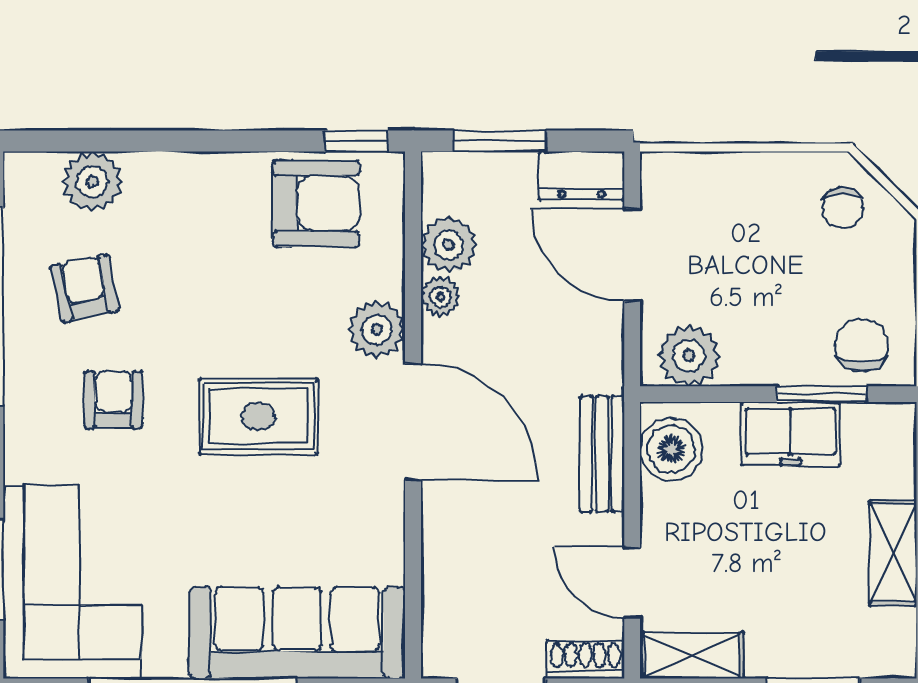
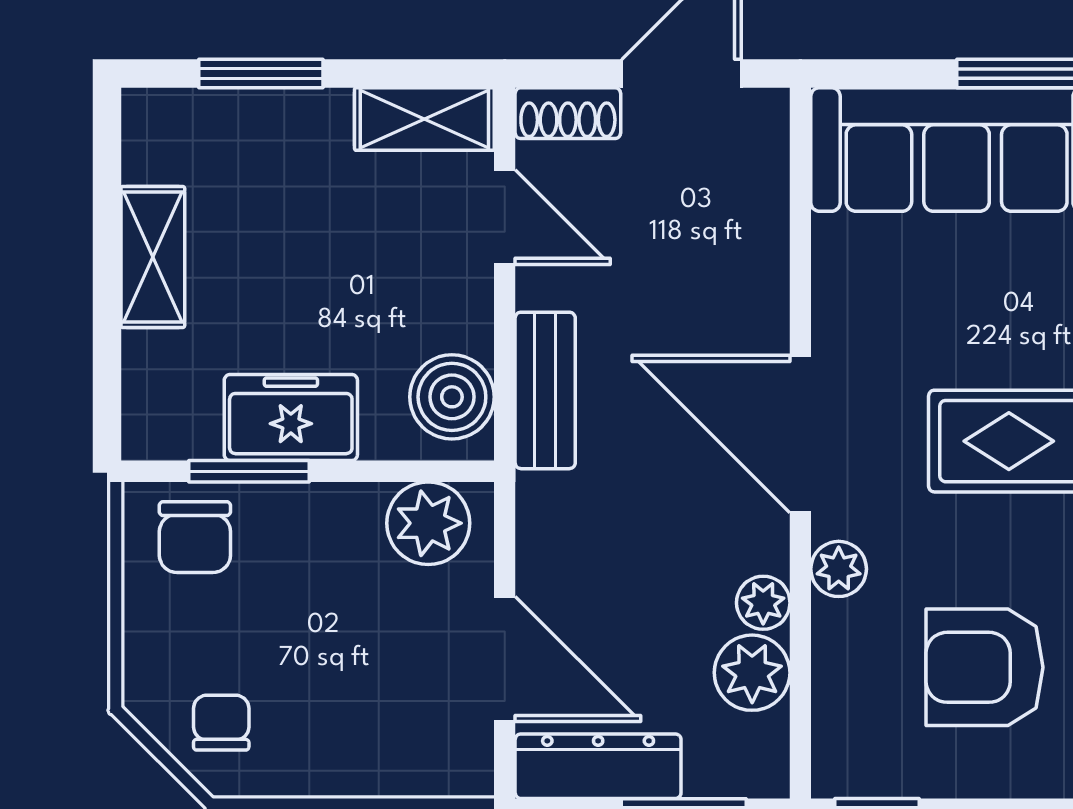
dresser: (582, 175) -> (598, 766), width x1.44
armchair: (316, 203) -> (985, 667), moved
plant: (377, 329) -> (839, 569), width x0.73, depth x0.73

